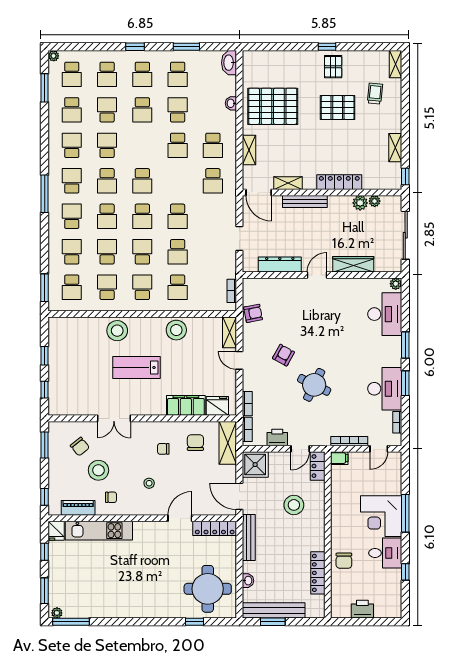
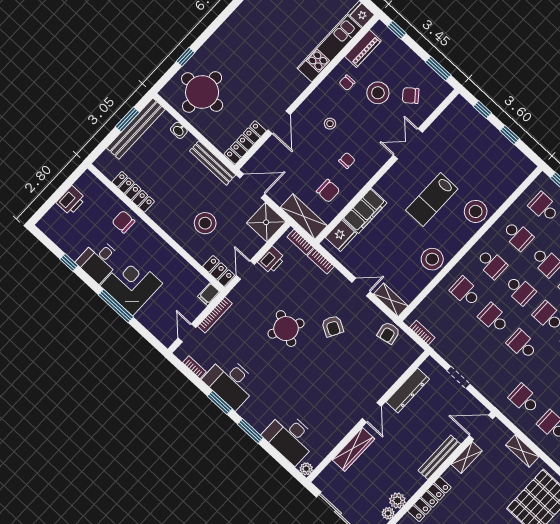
lab bench: (137, 367) -> (432, 200), turned 180

